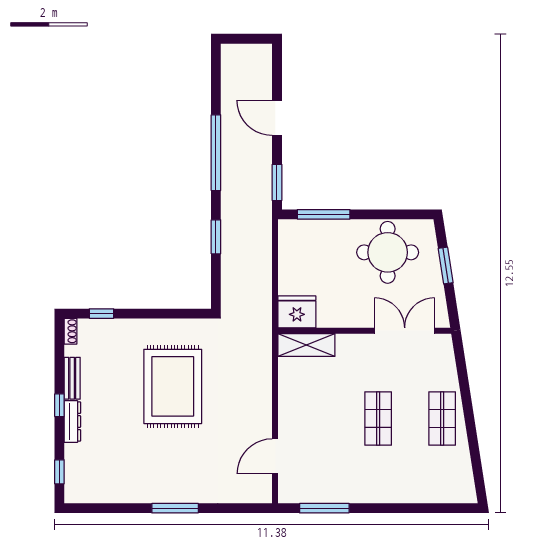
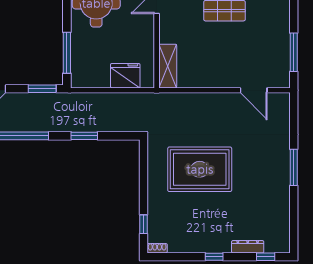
fridge: (297, 312) -> (125, 76), moved, turned 90
bench: (72, 378) -> (193, 247), removed
dresser: (72, 422) -> (248, 247), moved

